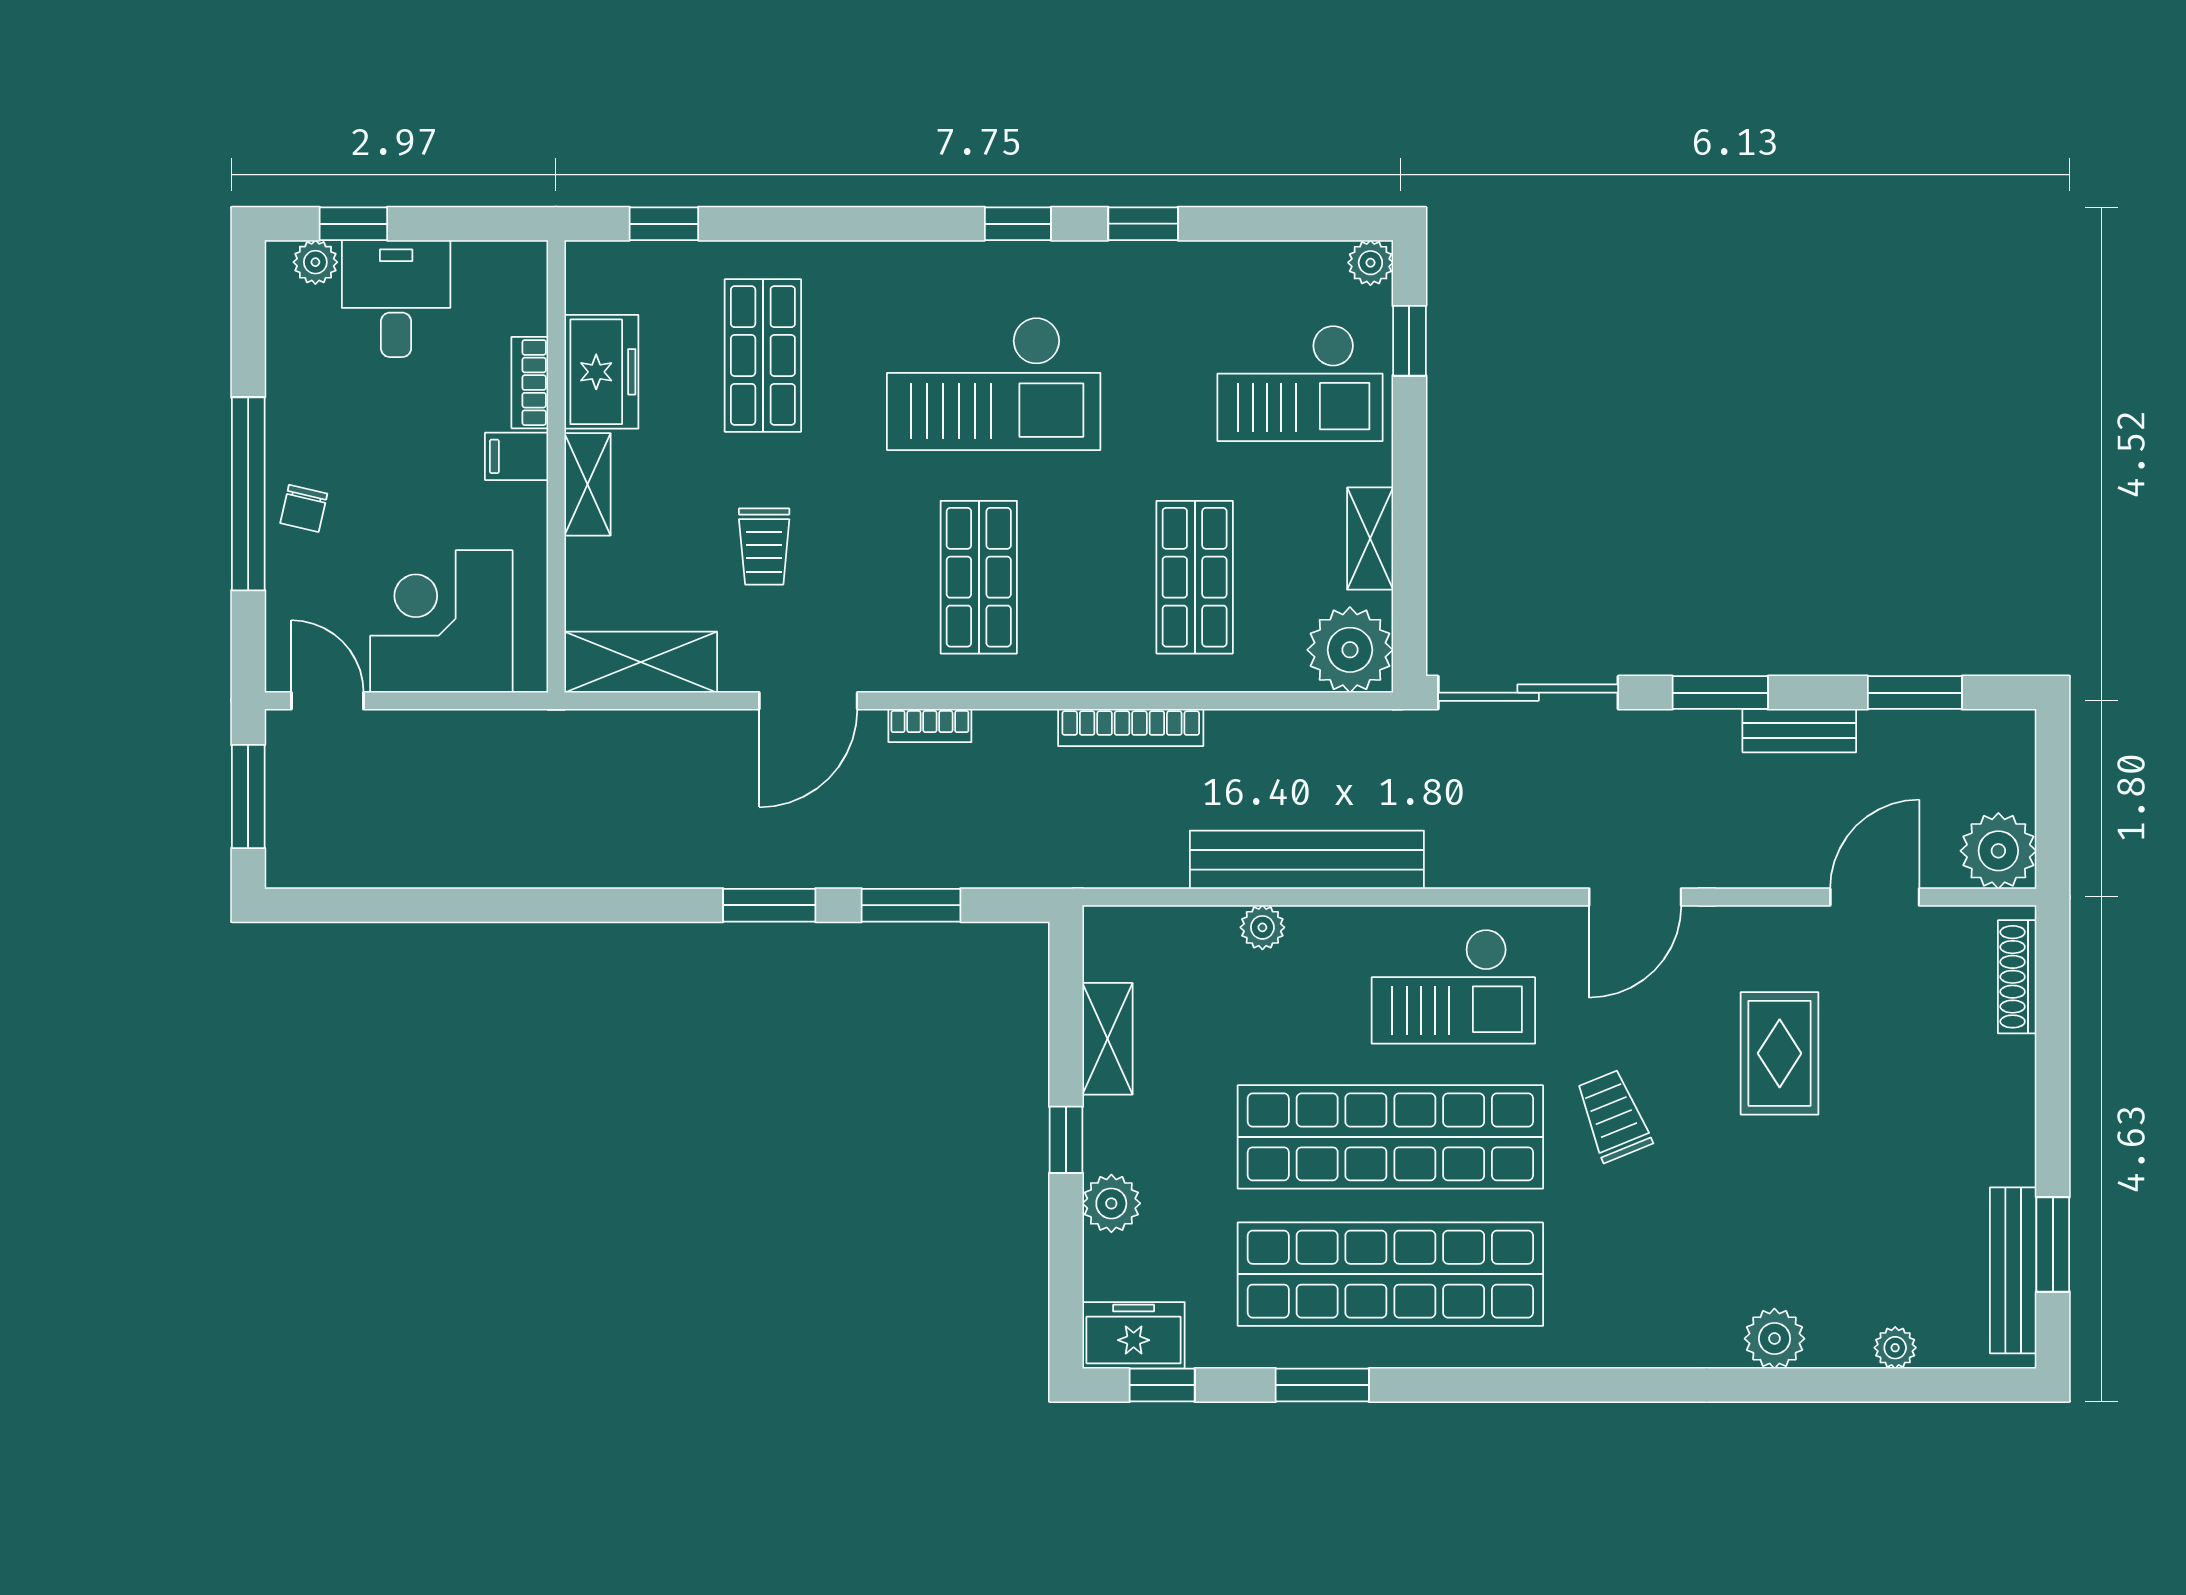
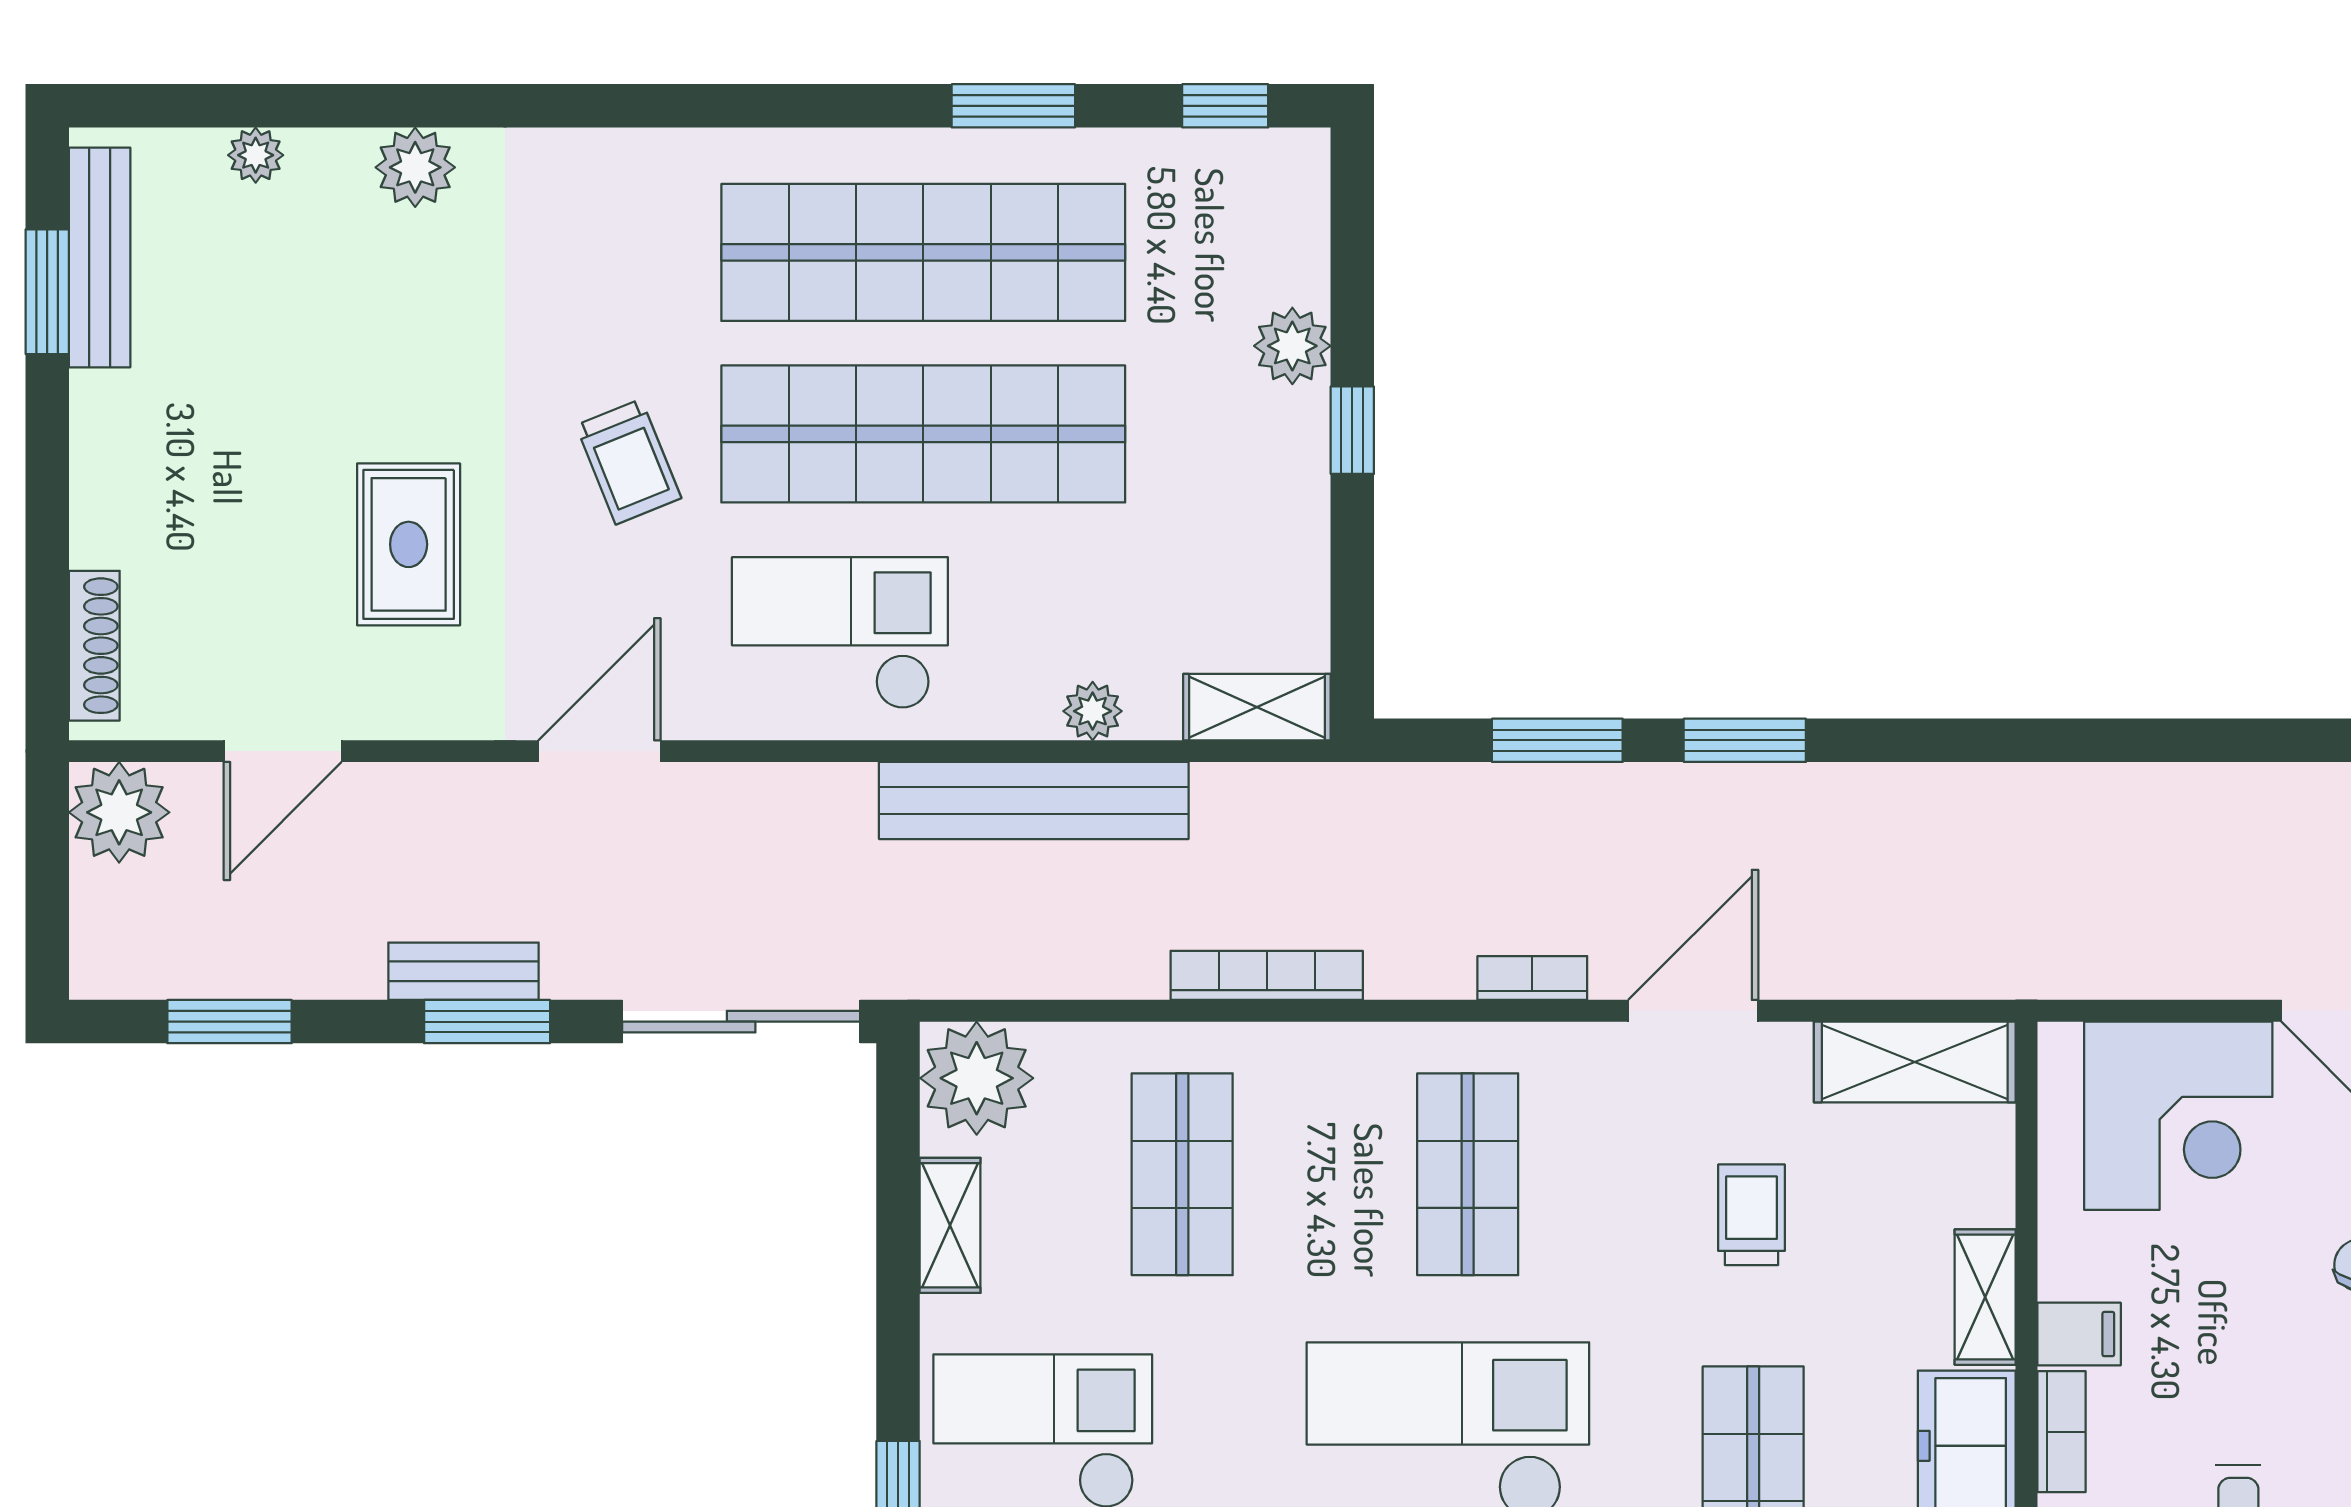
bench: (1799, 731) -> (463, 971), moved
shelving: (1107, 1039) -> (1257, 707), moved, turned 90
freezer: (1134, 1335) -> (1263, 171), removed

